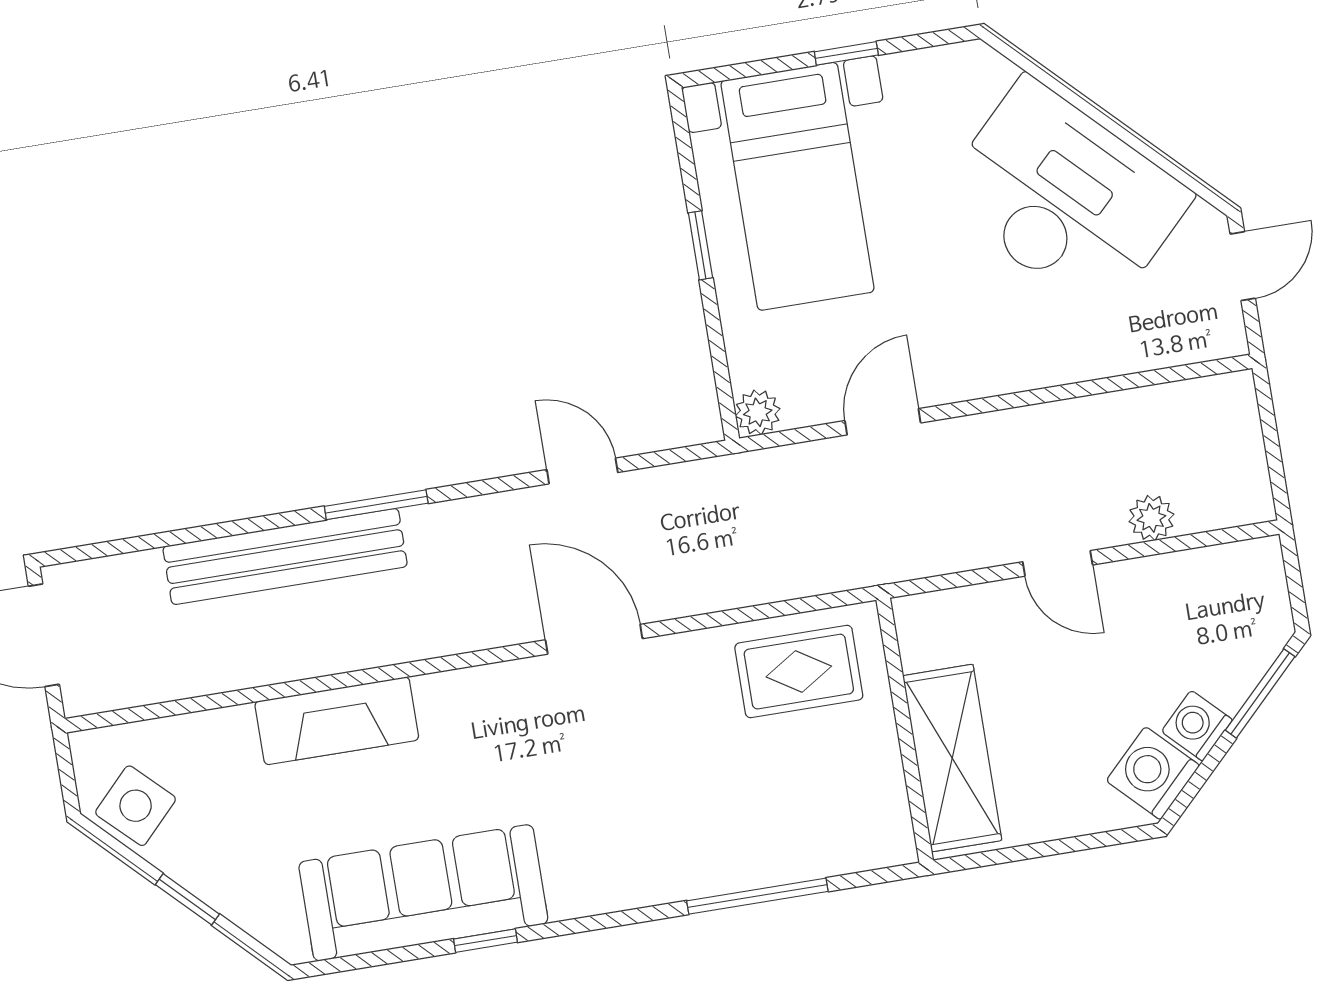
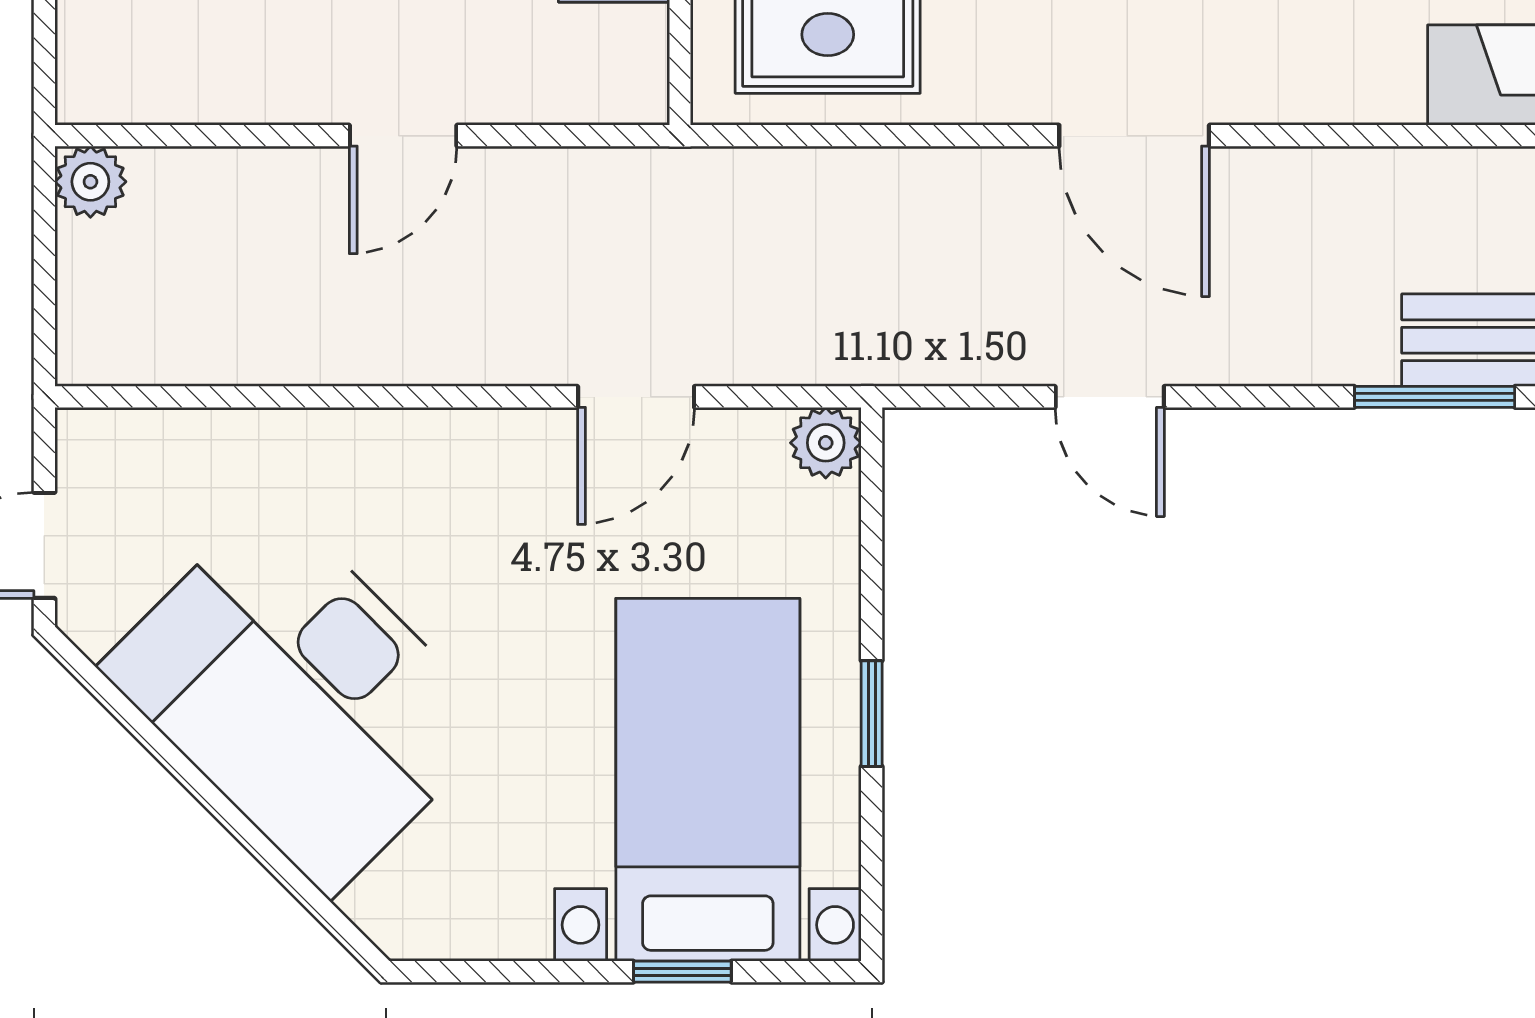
window: (846, 53) -> (682, 972), moved
plant: (1151, 518) -> (90, 182), moved
door: (1058, 563) -> (403, 136), swing flipped

